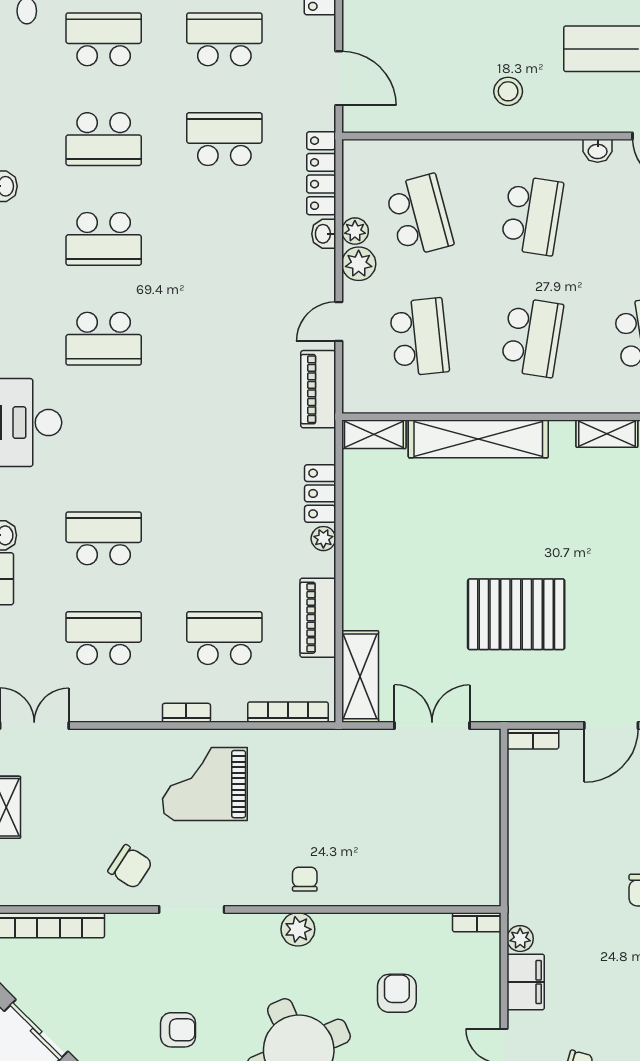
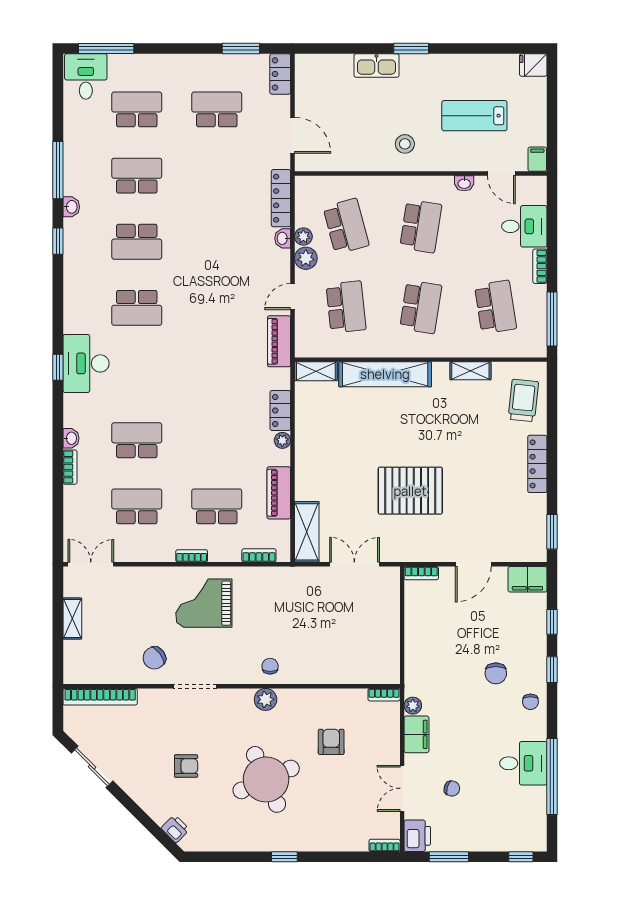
school desk: (104, 139) -> (137, 176), turned 180
school desk: (224, 139) -> (217, 176), removed
bookcase: (288, 712) -> (259, 555), width x0.64
chair: (130, 867) -> (154, 658), turned 111

